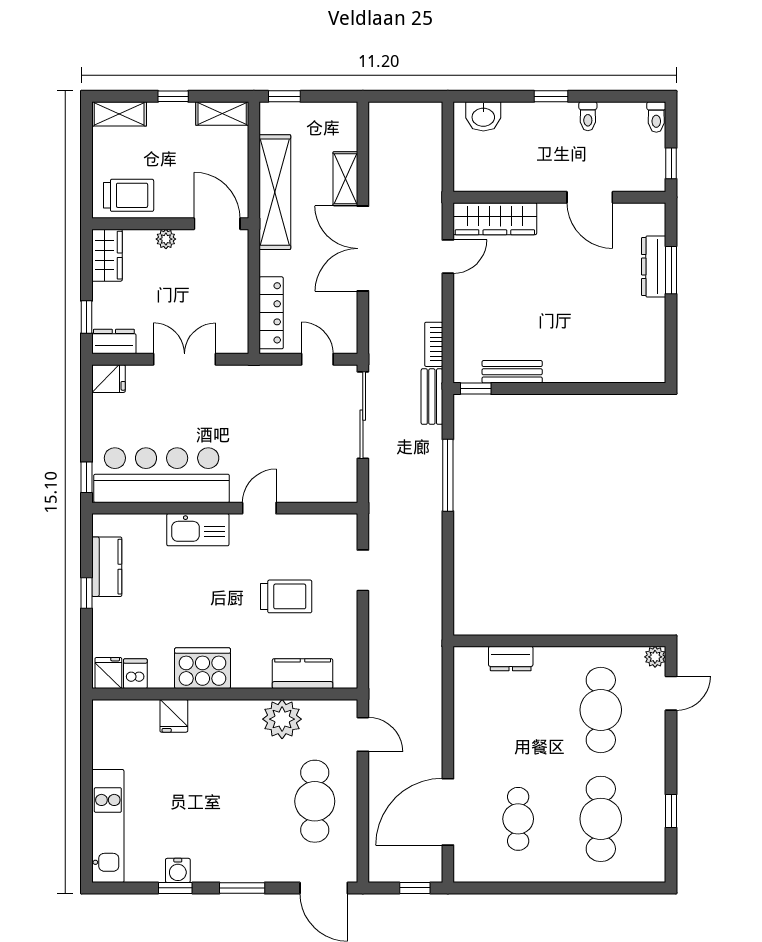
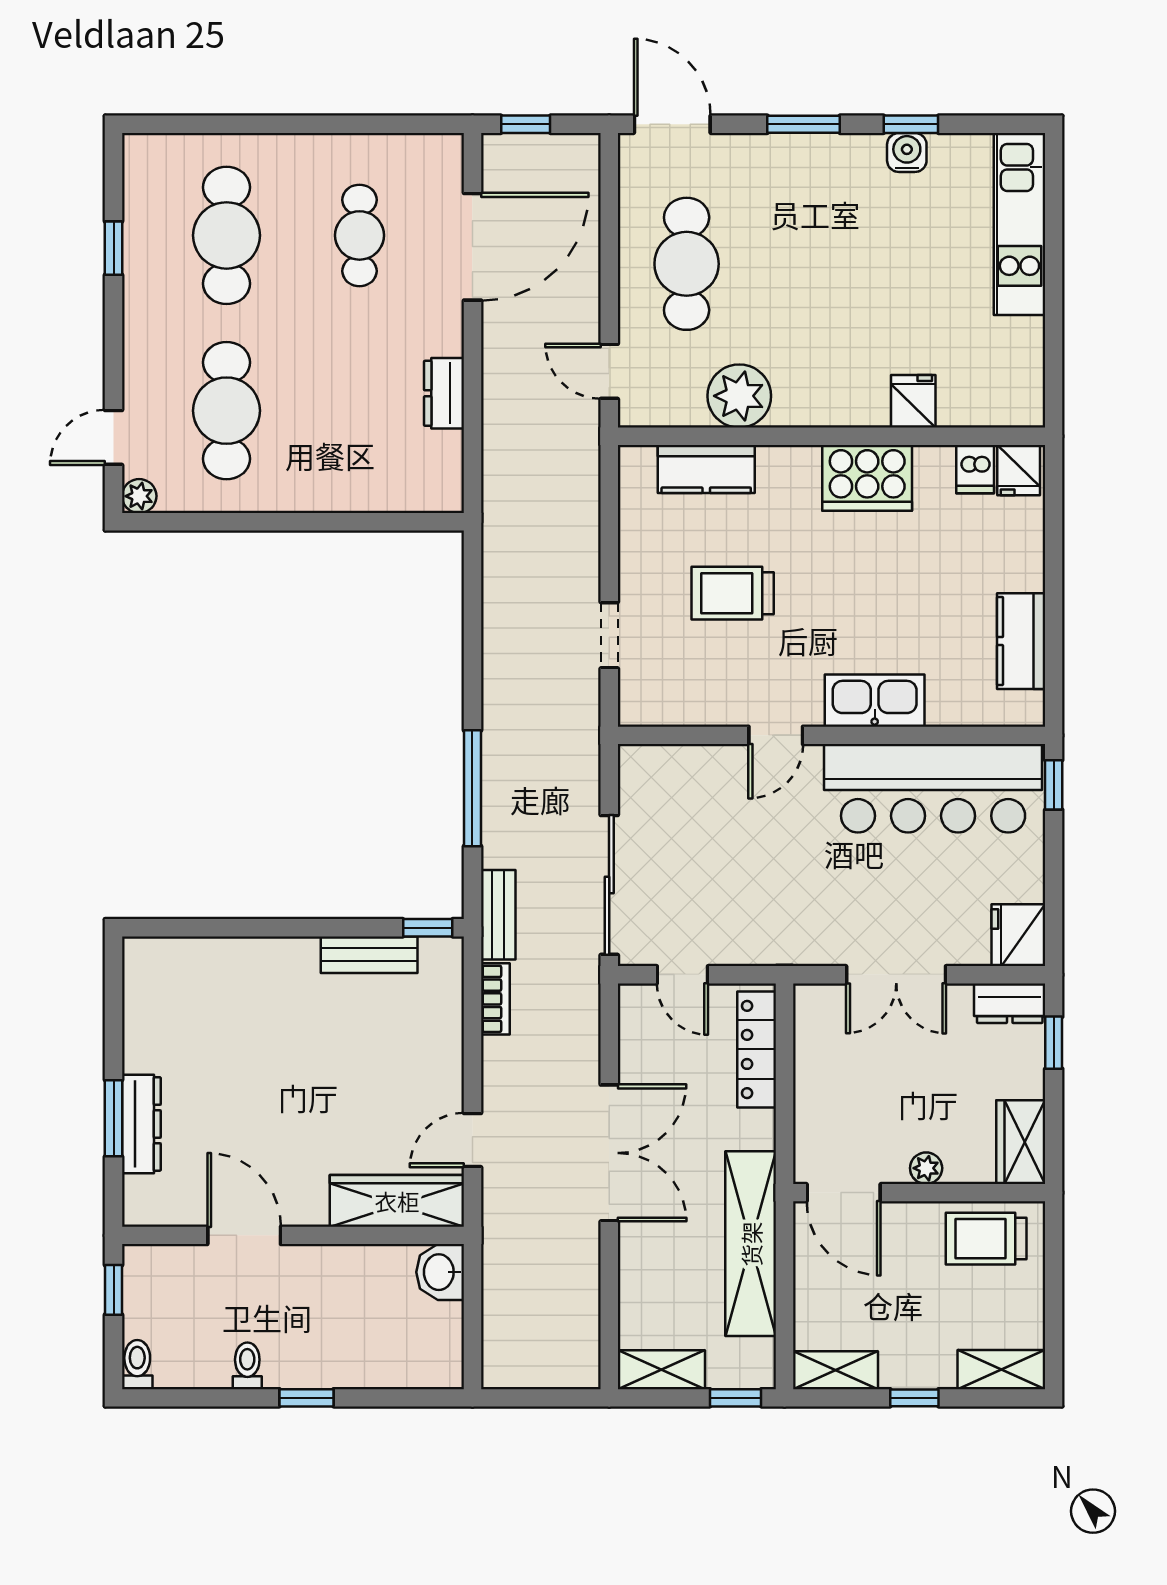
washbasin: (483, 116) -> (440, 1272), moved, turned -90
shelving: (345, 179) -> (661, 1370), moved, turned 90
fridge: (108, 379) -> (1018, 935), width x1.38
window: (87, 593) -> (1054, 599), removed
dresser: (511, 659) -> (444, 393), moved, turned -90

